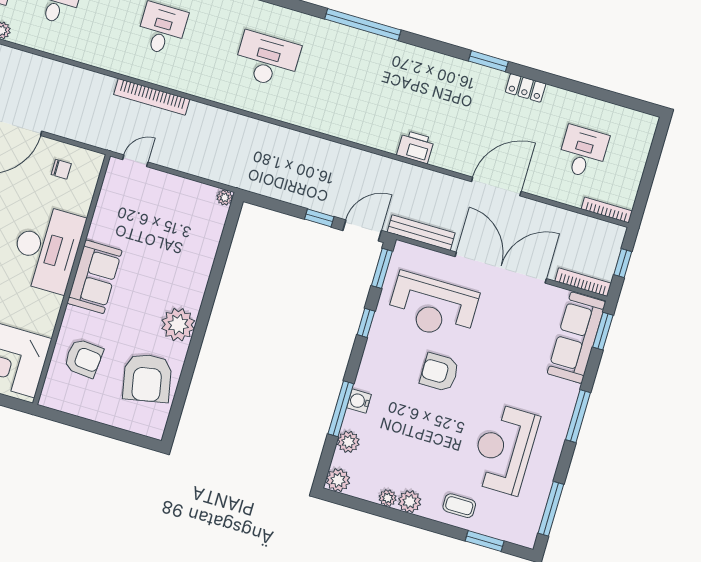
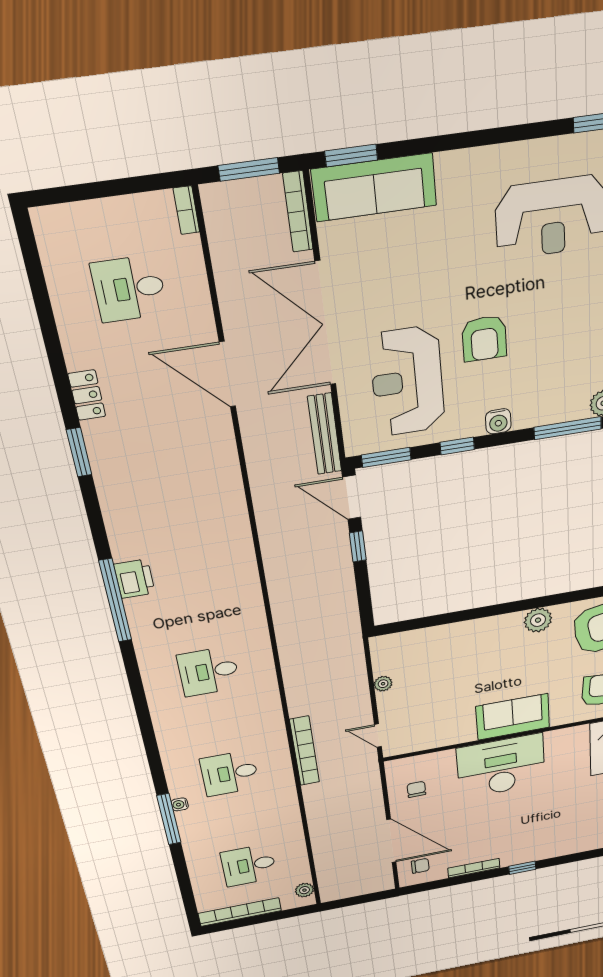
desk: (267, 60) -> (209, 671), width x0.73
printer: (416, 147) -> (134, 579), moved, turned 180
plant: (225, 197) -> (383, 684), moved
bookcase: (607, 210) -> (186, 210), width x0.64
window: (623, 263) -> (249, 169), width x1.50
reception desk: (433, 306) -> (407, 382), turned 180
plant: (178, 325) -> (538, 620), width x0.73, depth x0.73
water cooler: (359, 401) -> (498, 421), moved
window: (578, 416) -> (477, 138), removed

